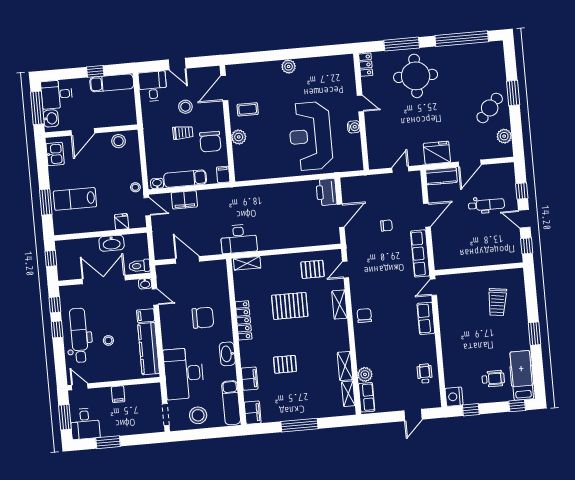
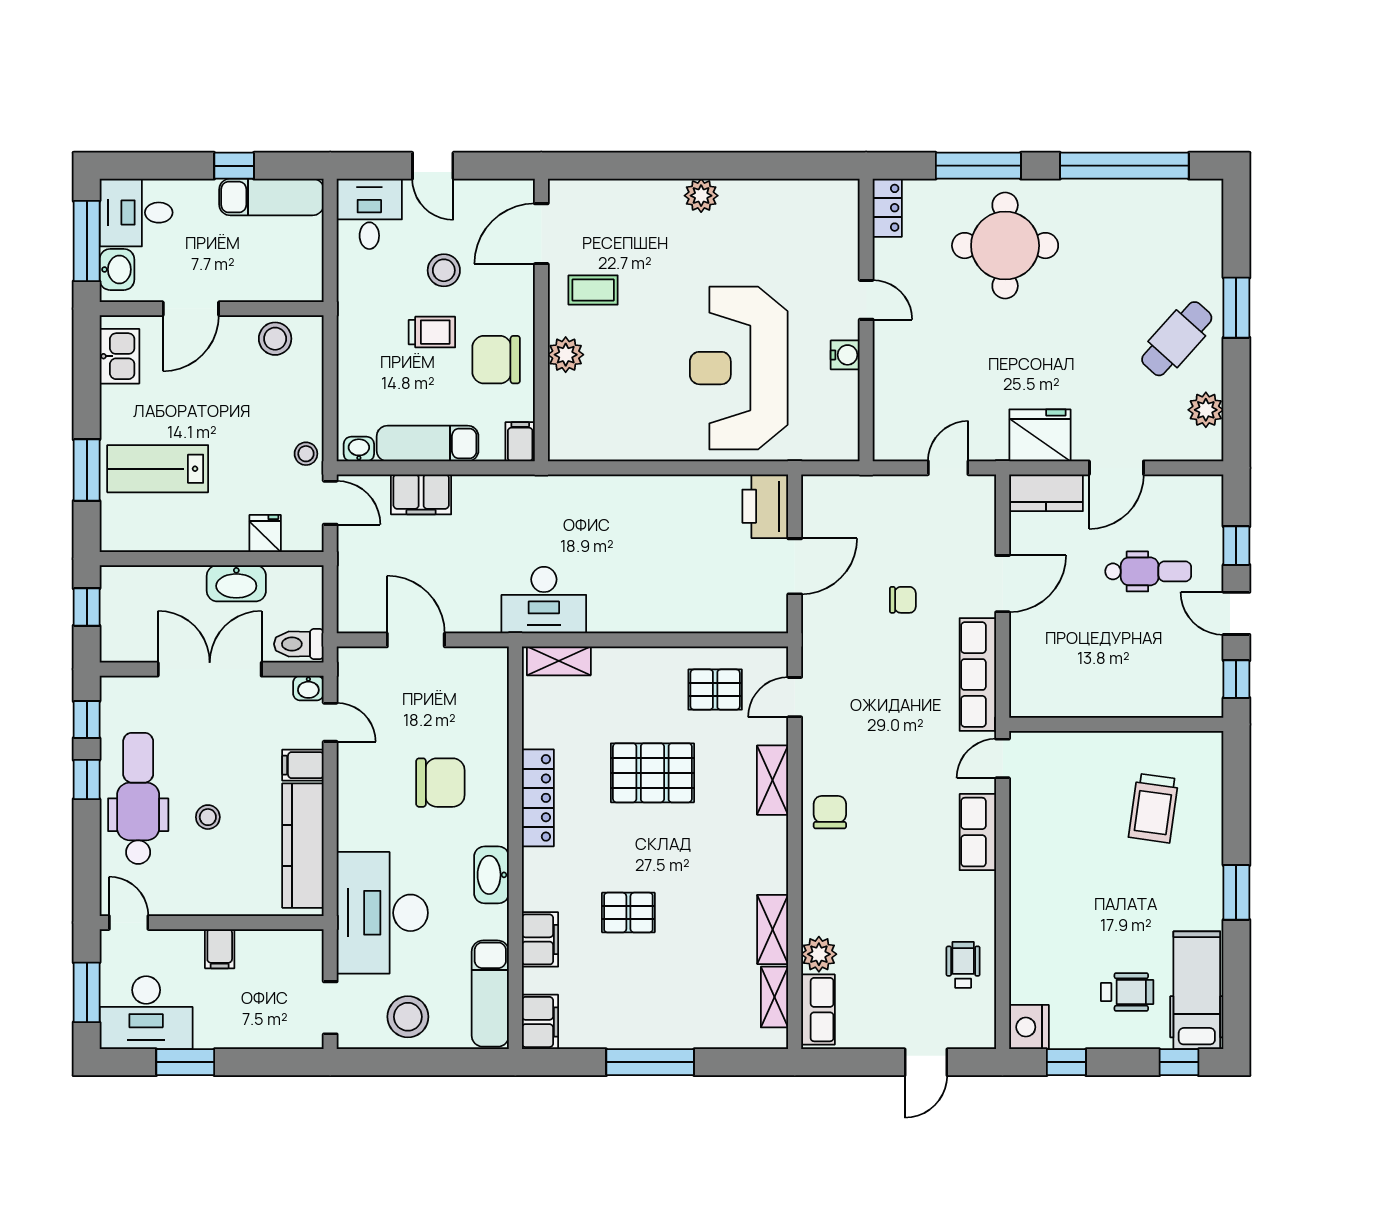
chair: (210, 142) -> (496, 360), turned 90
desk: (85, 424) -> (146, 1013), width x1.37

